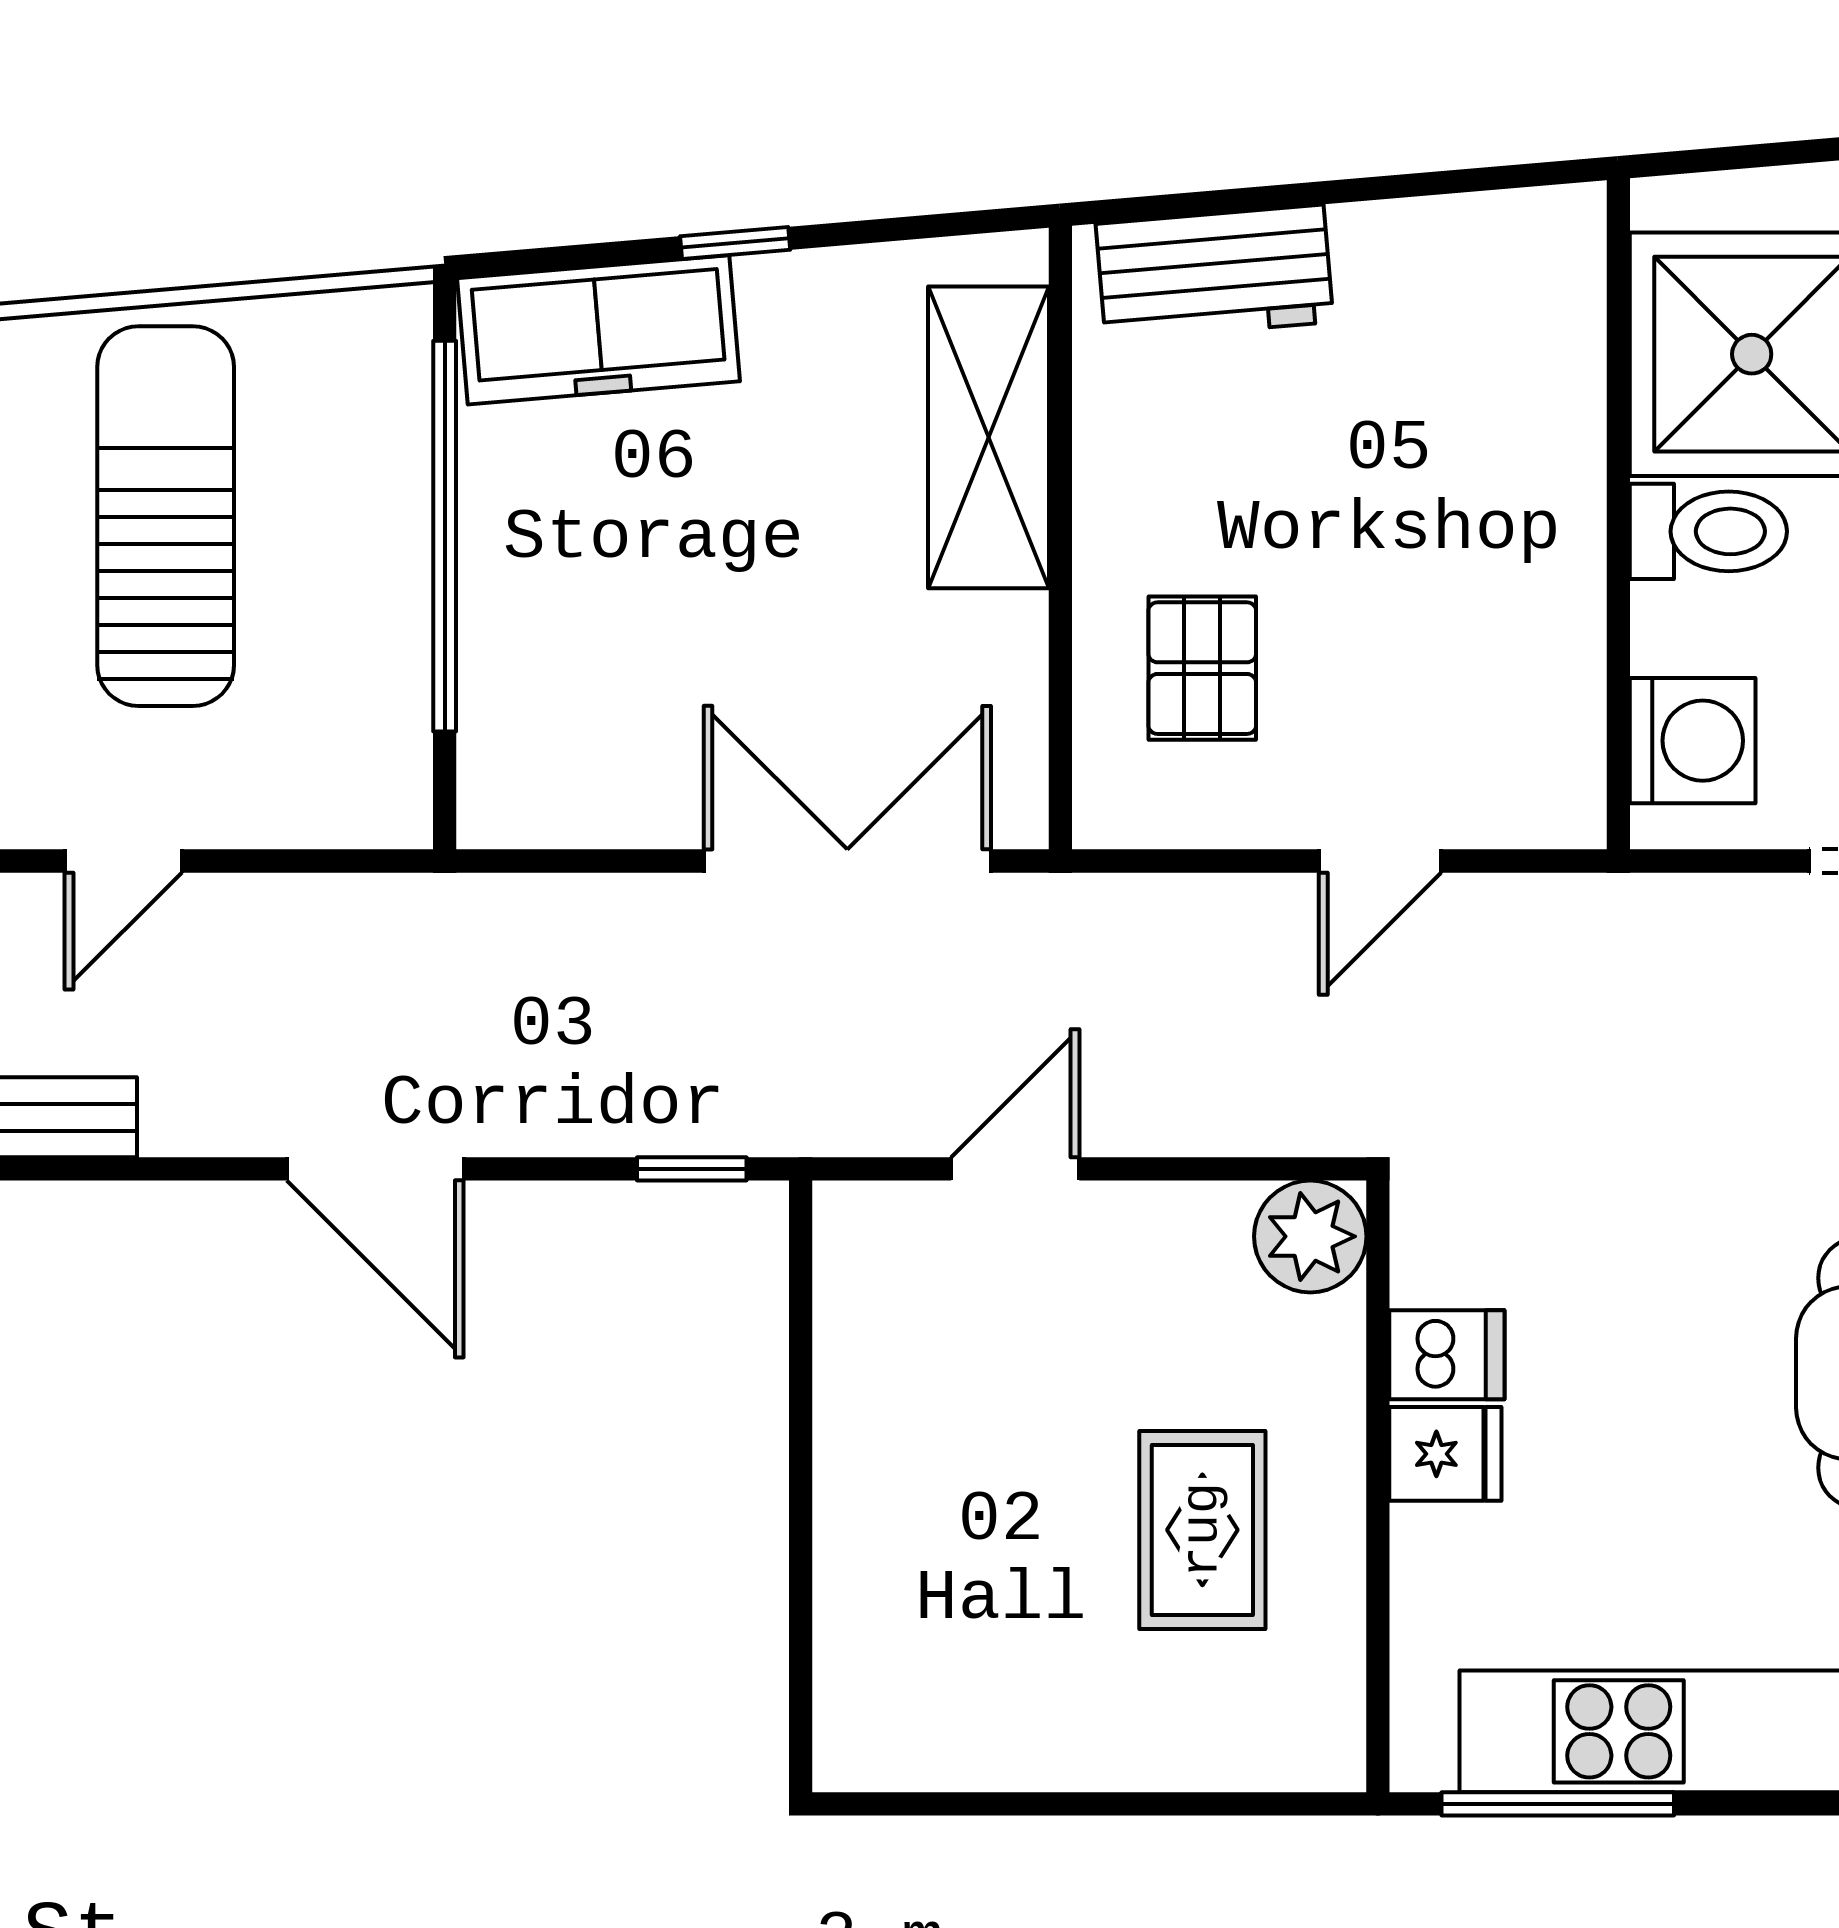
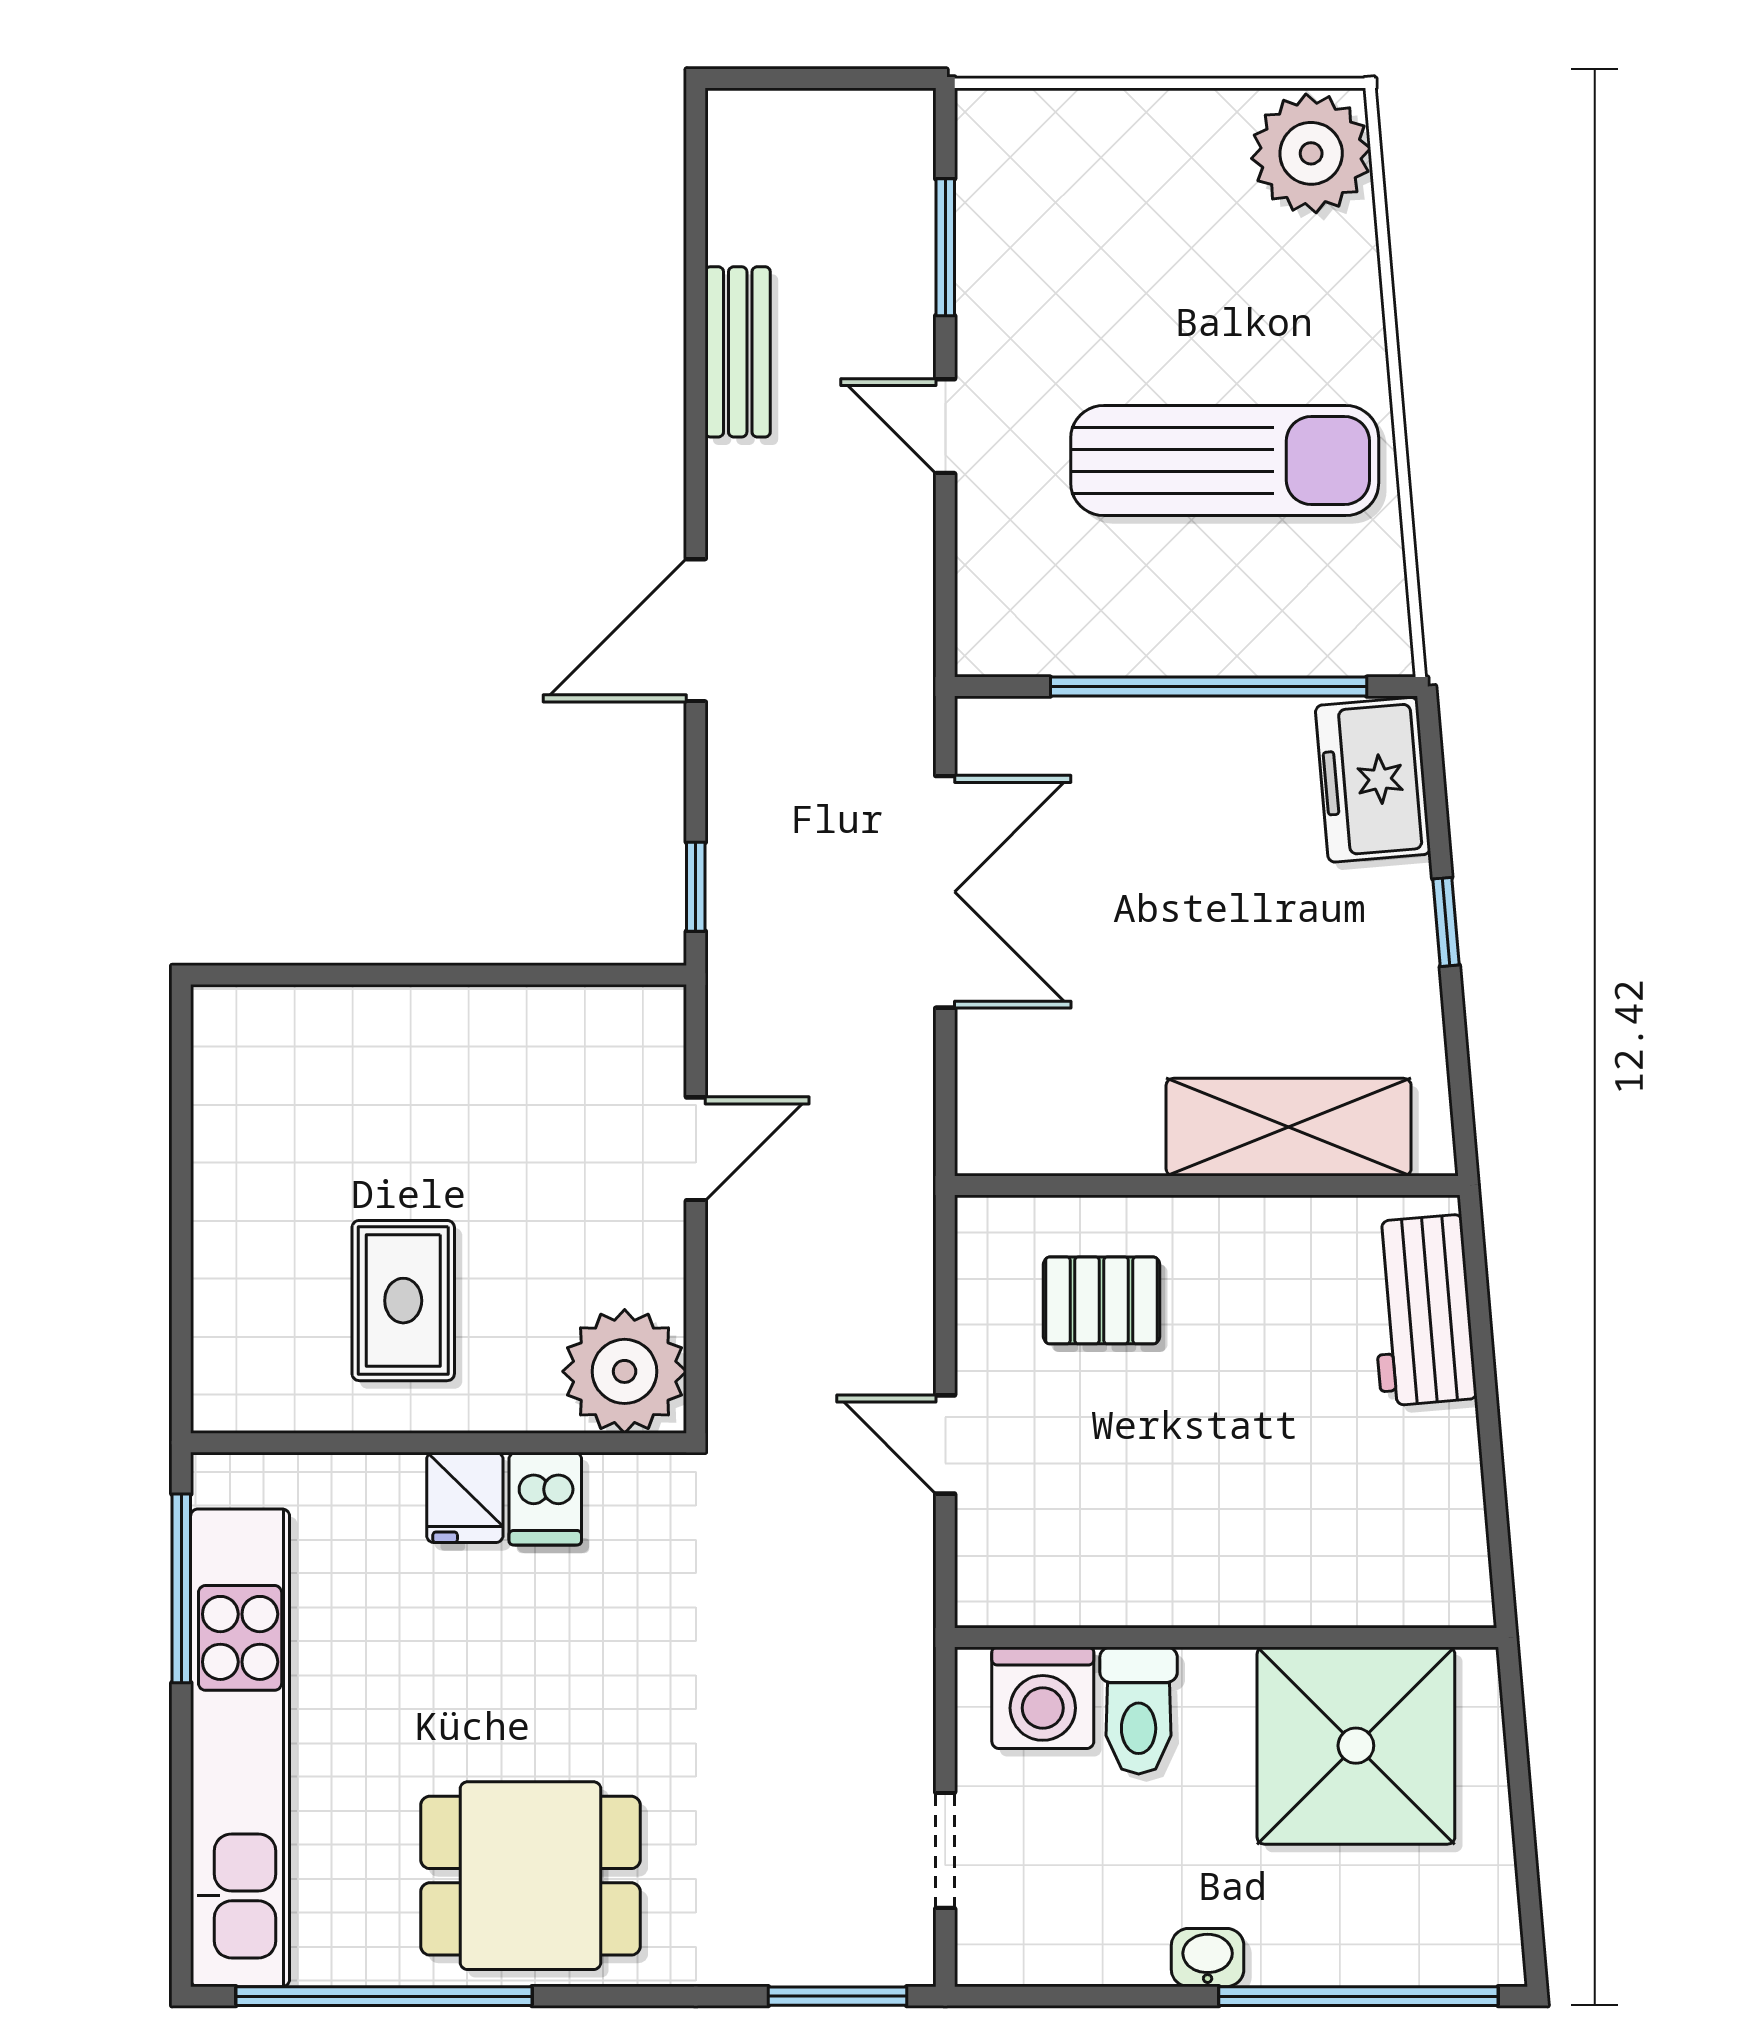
freezer: (598, 330) -> (1373, 780), width x0.71
toilet: (1708, 531) -> (1139, 1711), moved
double door: (847, 861) -> (945, 892), moved
door: (1015, 1169) -> (696, 1149), hinge flipped
plant: (1310, 1236) -> (625, 1371), width x1.36, depth x1.36
rug: (1202, 1530) -> (403, 1301), turned 90

